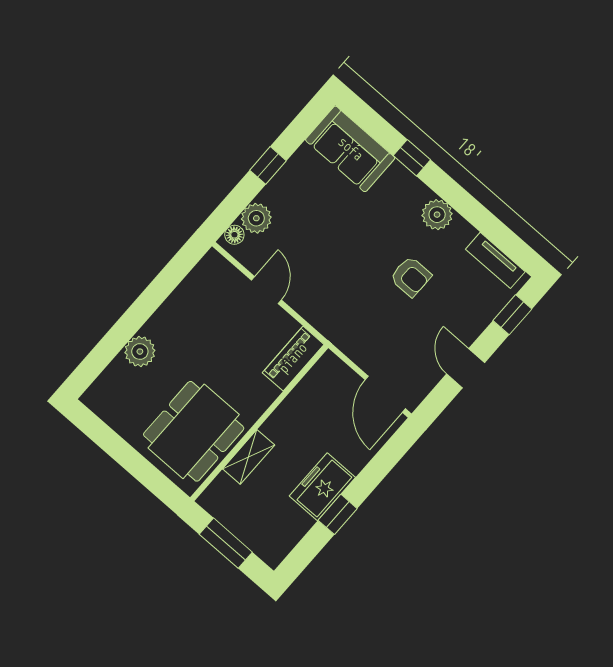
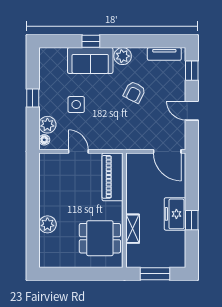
sofa: (350, 149) -> (90, 61), moved
side table: (318, 225) -> (76, 105), added
armchair: (411, 277) -> (134, 92), turned 117
piano: (293, 359) -> (113, 177), width x1.37, depth x1.33
dining table: (194, 431) -> (100, 238), width x0.73

